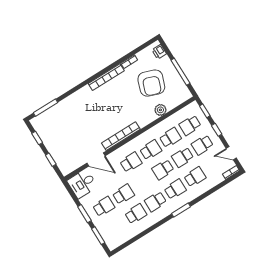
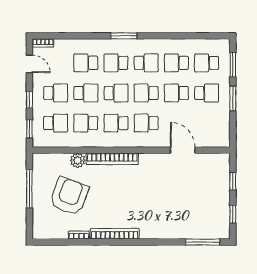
printer: (159, 52) -> (39, 225), removed
bookcase: (121, 136) -> (112, 159), moved
school desk: (143, 182) -> (146, 93), added
desk: (82, 184) -> (214, 133), removed
school desk: (104, 207) -> (207, 93), turned 180
school desk: (116, 226) -> (207, 63), added

